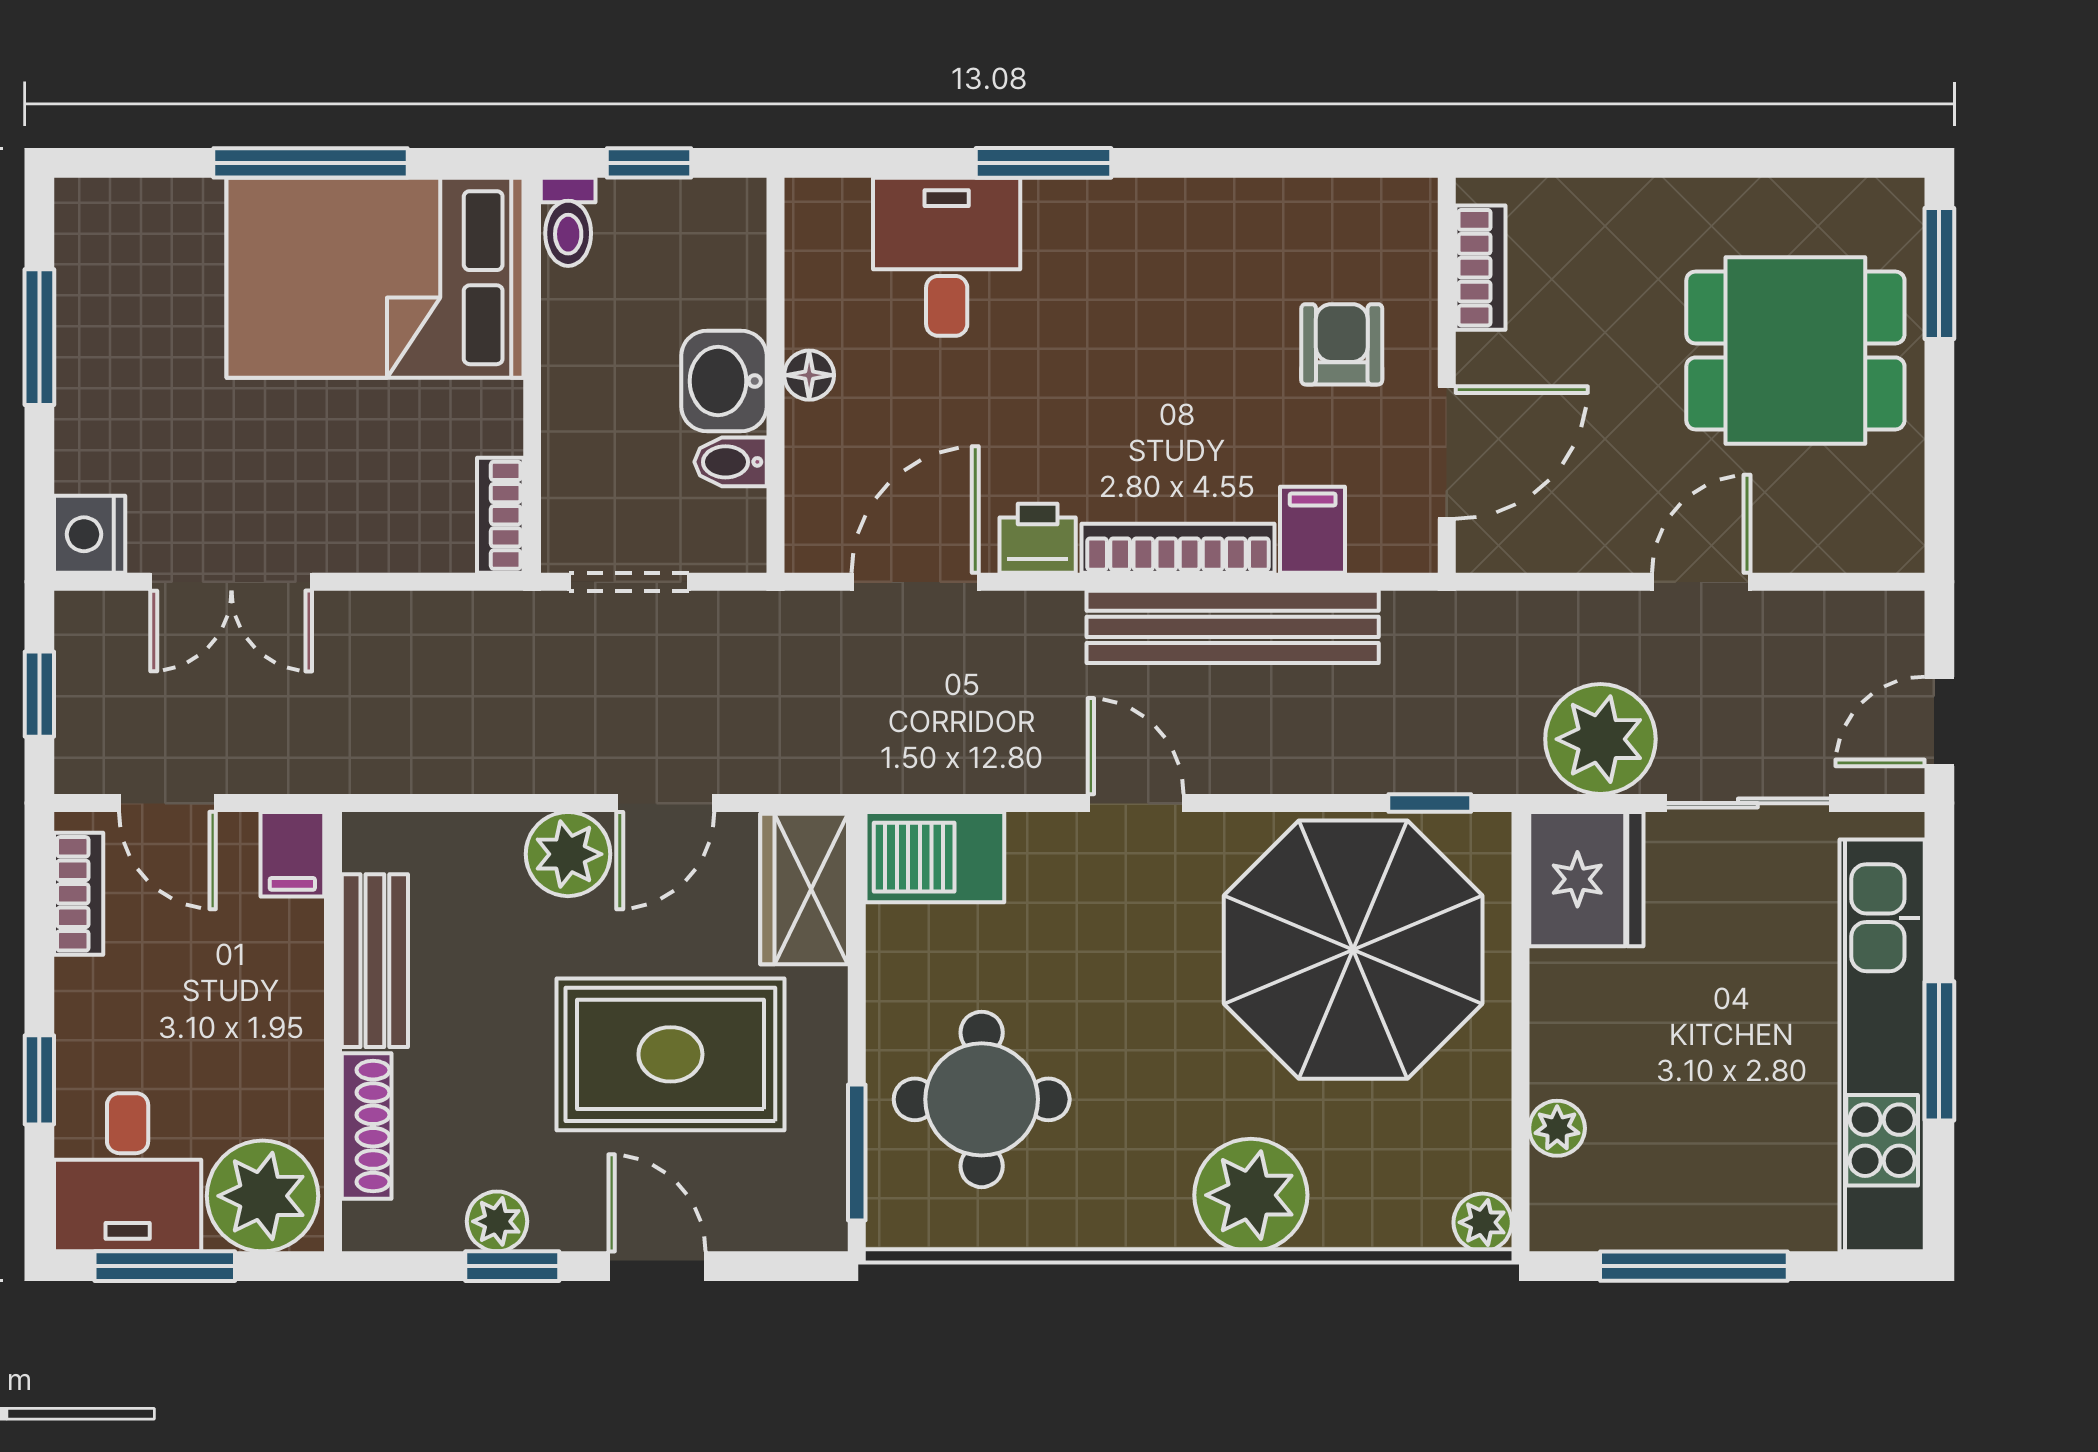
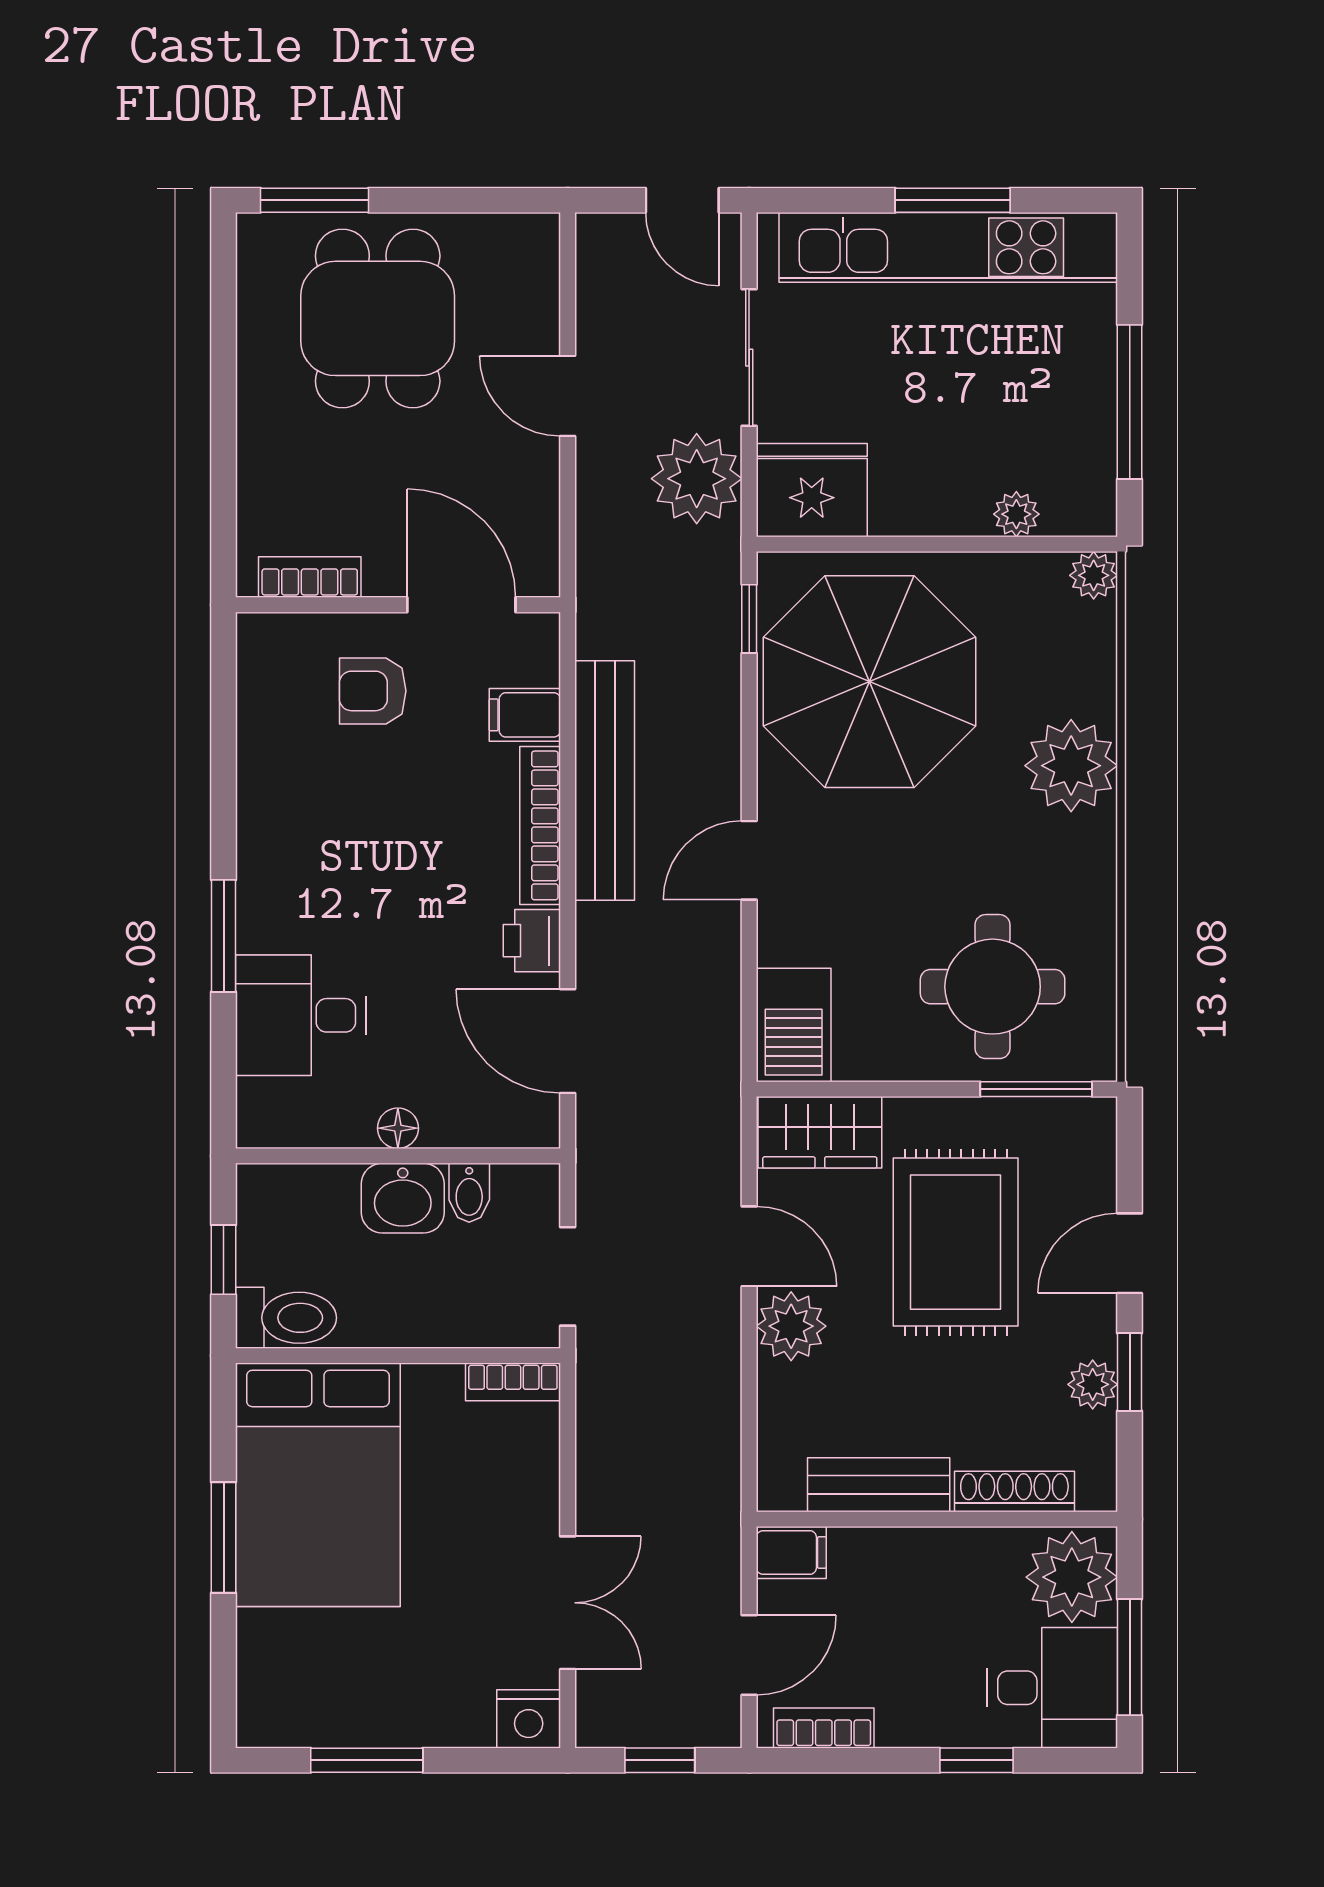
window: (311, 163) -> (224, 1538), width x0.69
toilet: (568, 222) -> (286, 1318), width x1.37, depth x1.39

